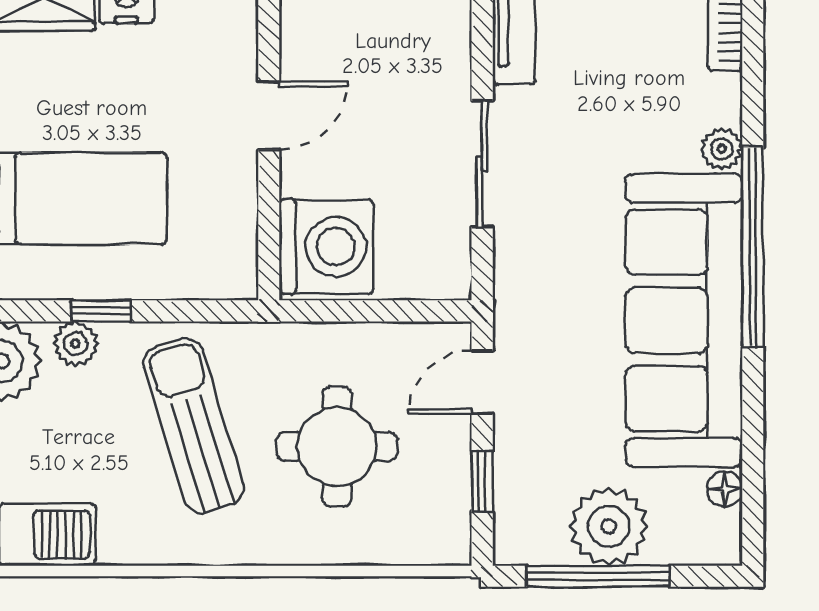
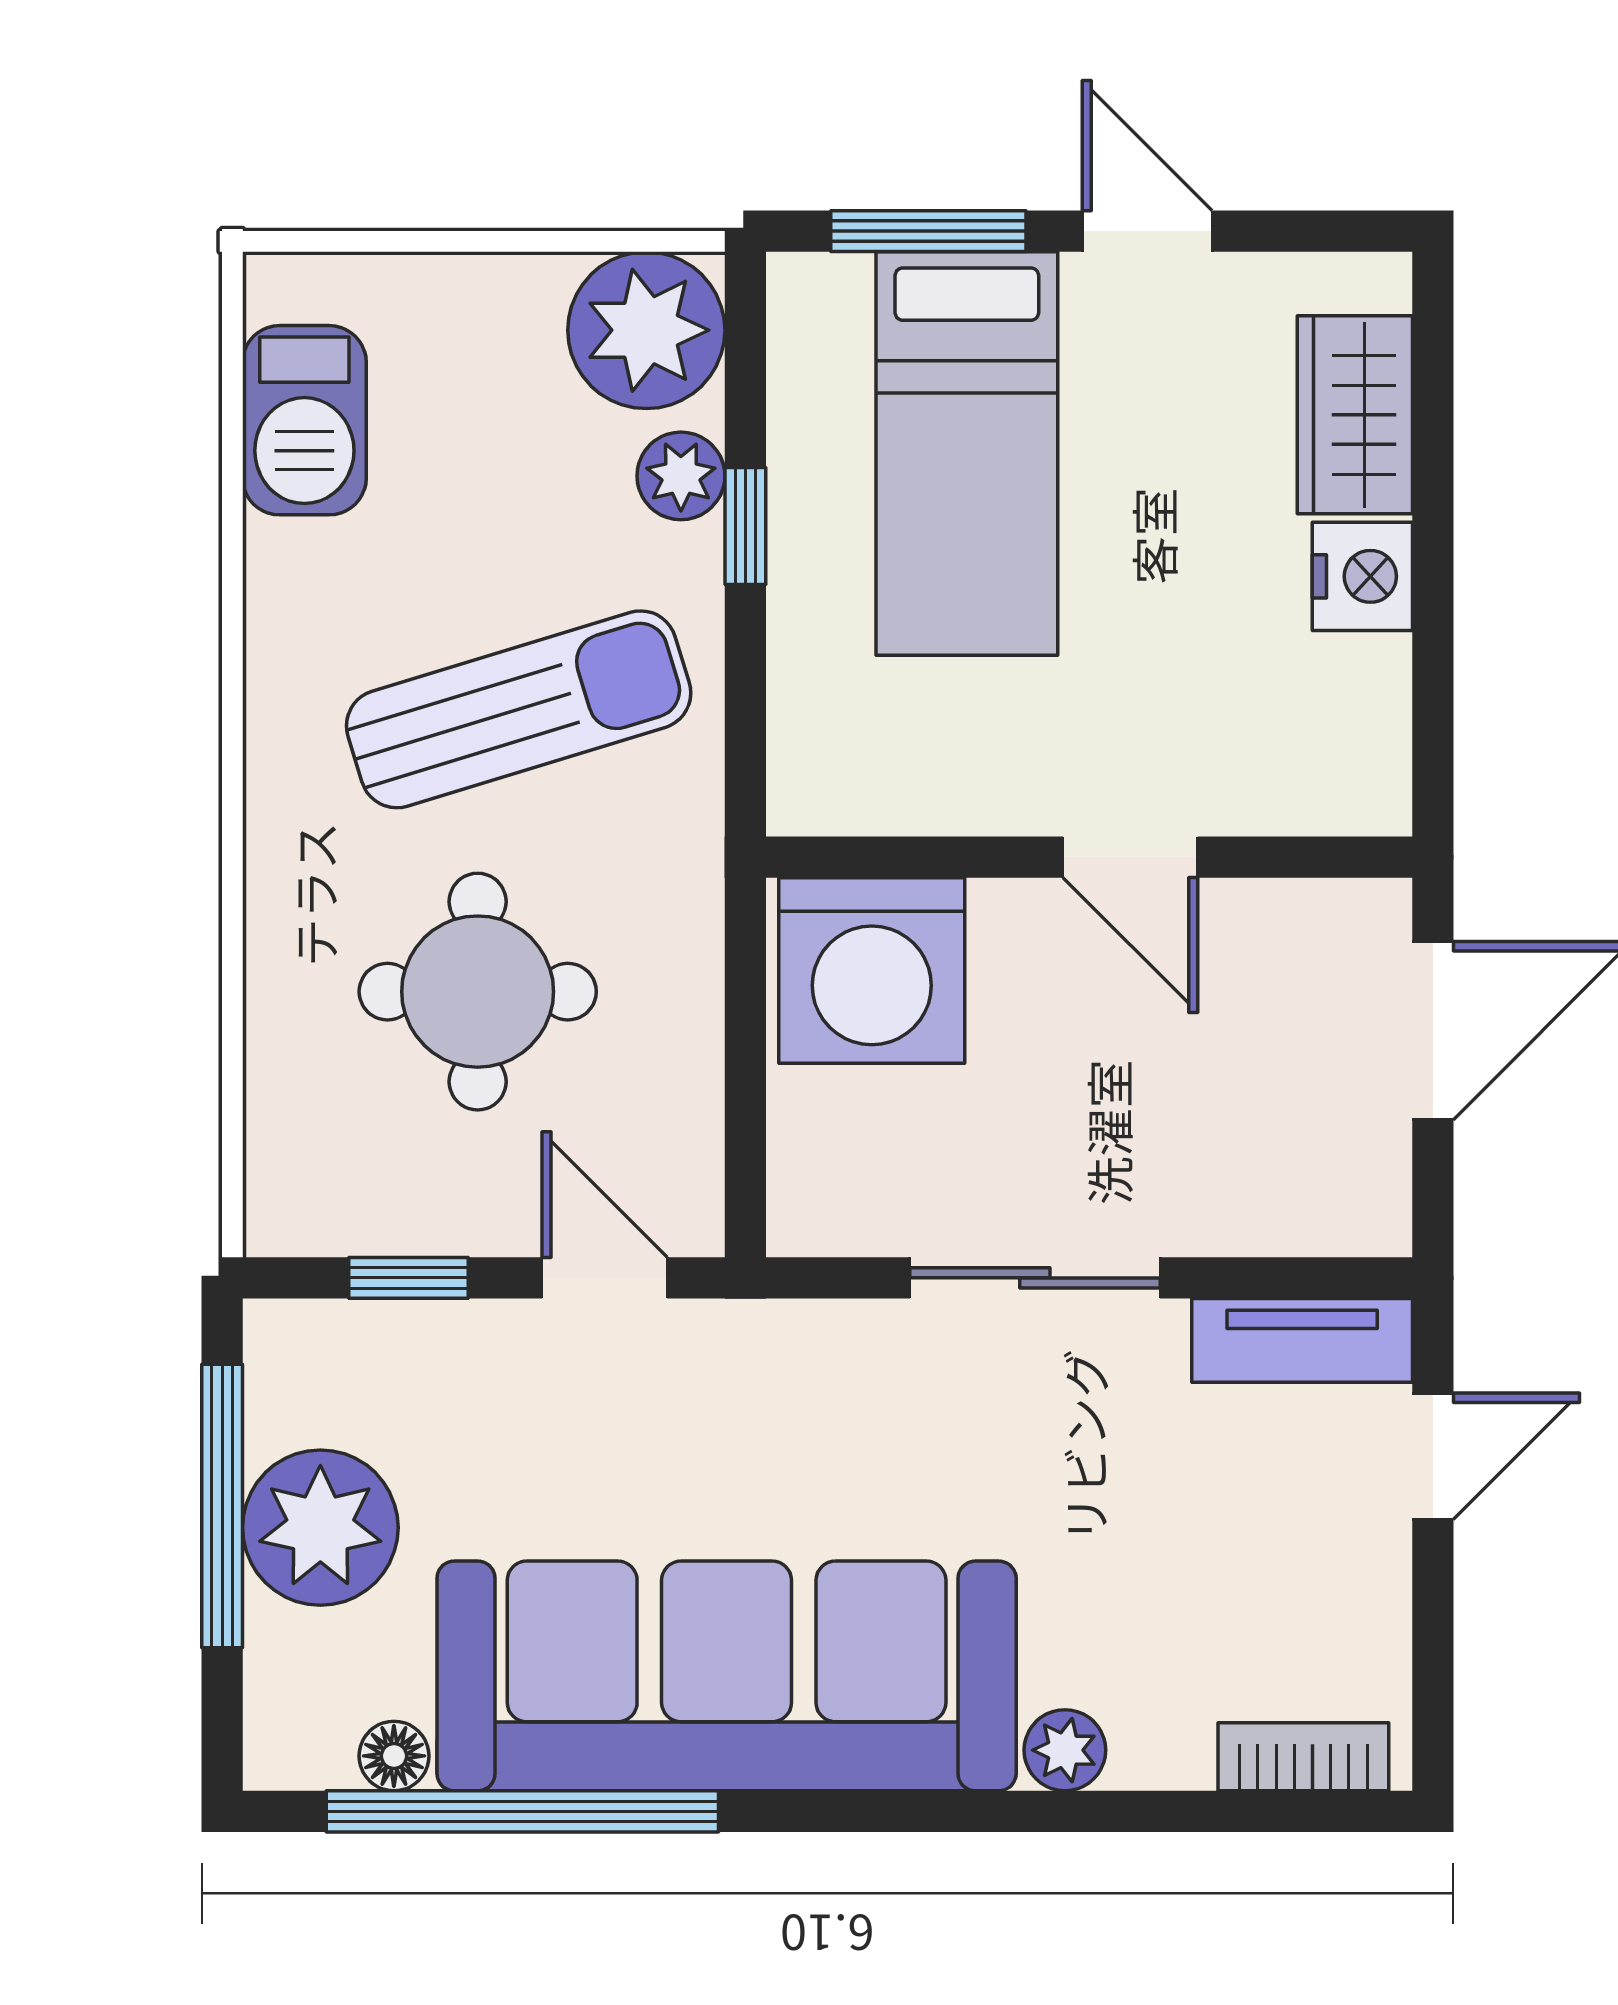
window: (753, 247) -> (522, 1811), moved

